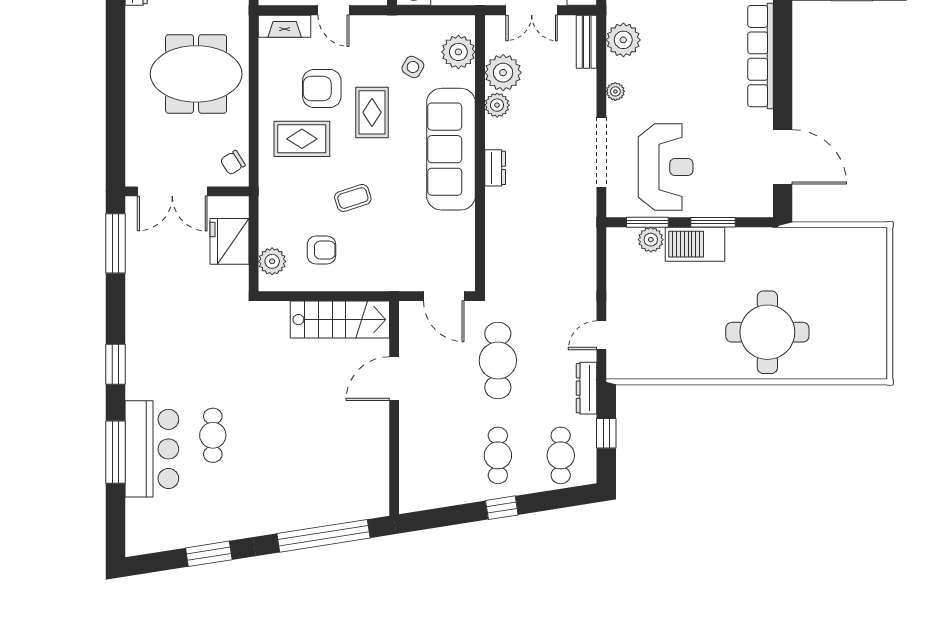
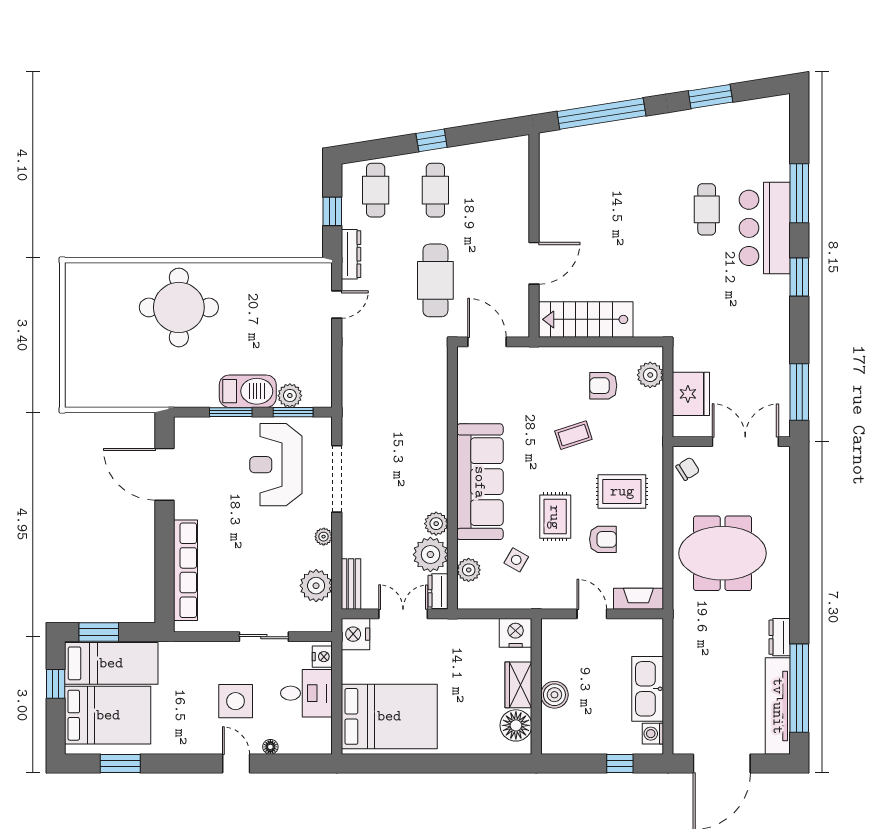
plant: (458, 52) -> (469, 570), width x0.73, depth x0.73
armchair: (322, 88) -> (603, 539), width x0.72, depth x0.72
dresser: (495, 168) -> (438, 591), moved
bar counter: (152, 449) -> (765, 228), moved

